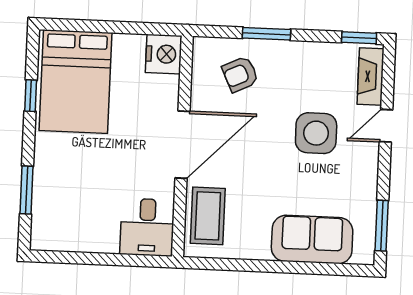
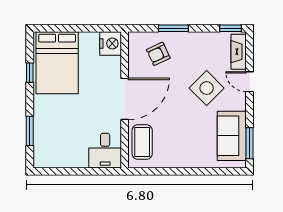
door: (386, 126) -> (250, 82), hinge flipped
side table: (316, 133) -> (207, 88), turned 45
sofa: (312, 239) -> (232, 136), moved, turned -90

